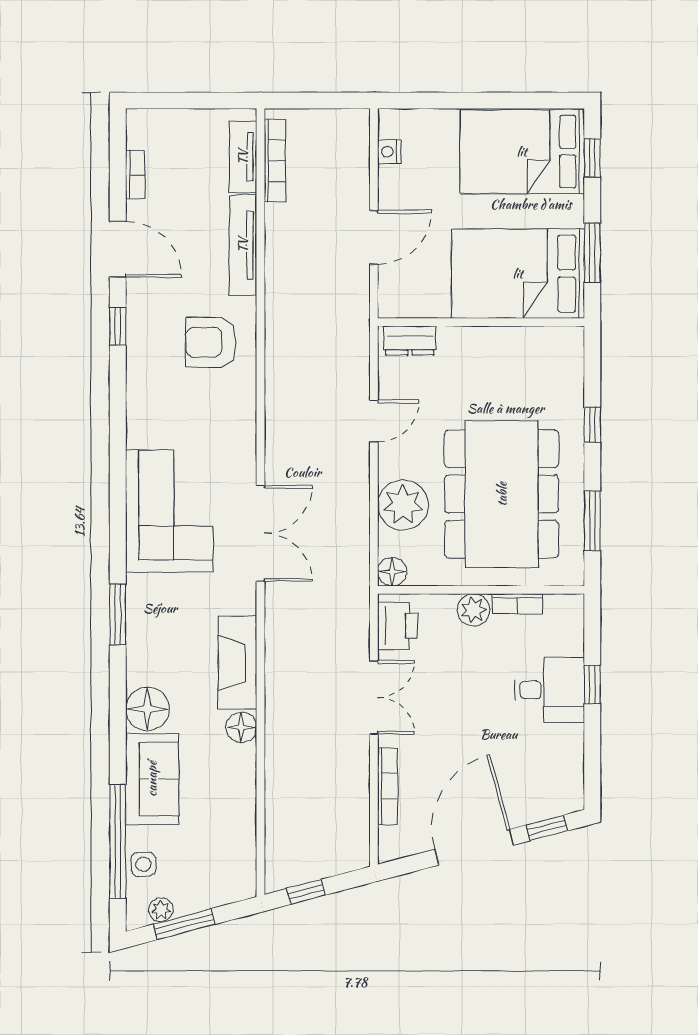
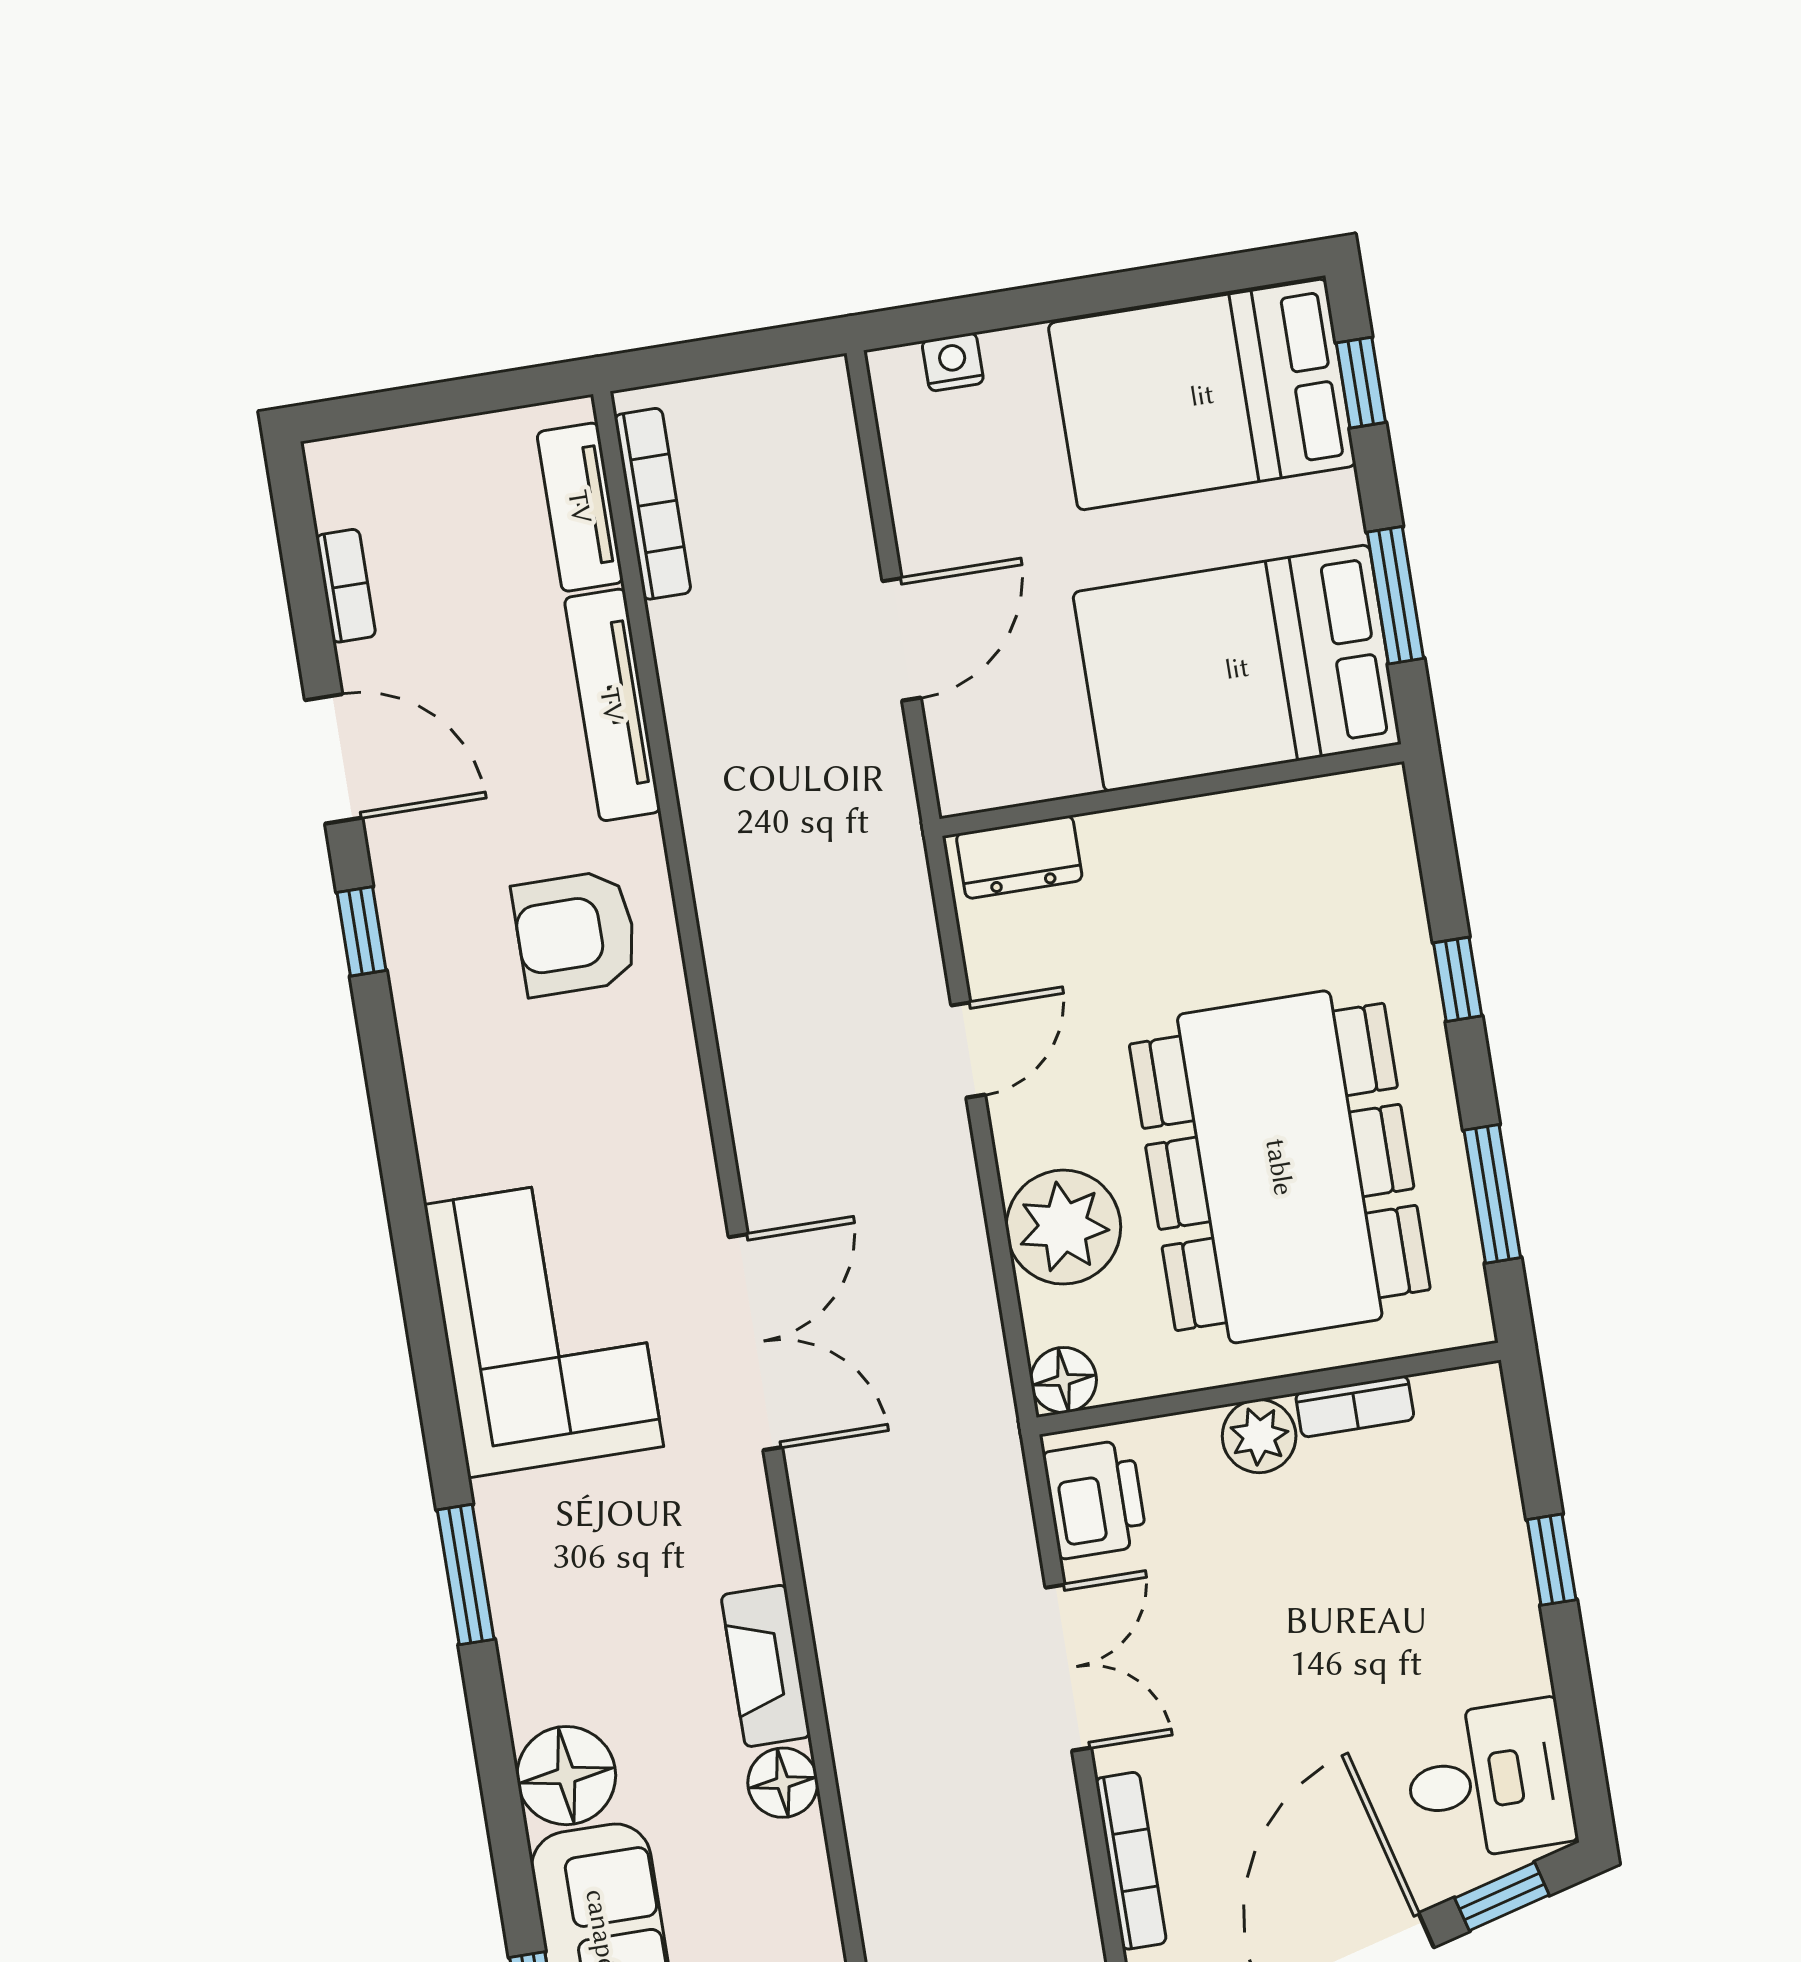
nightstand: (389, 152) -> (953, 362), moved, turned 90
fireplace: (237, 663) -> (766, 1666), width x0.73, depth x0.76
desk: (549, 690) -> (1489, 1780), moved

